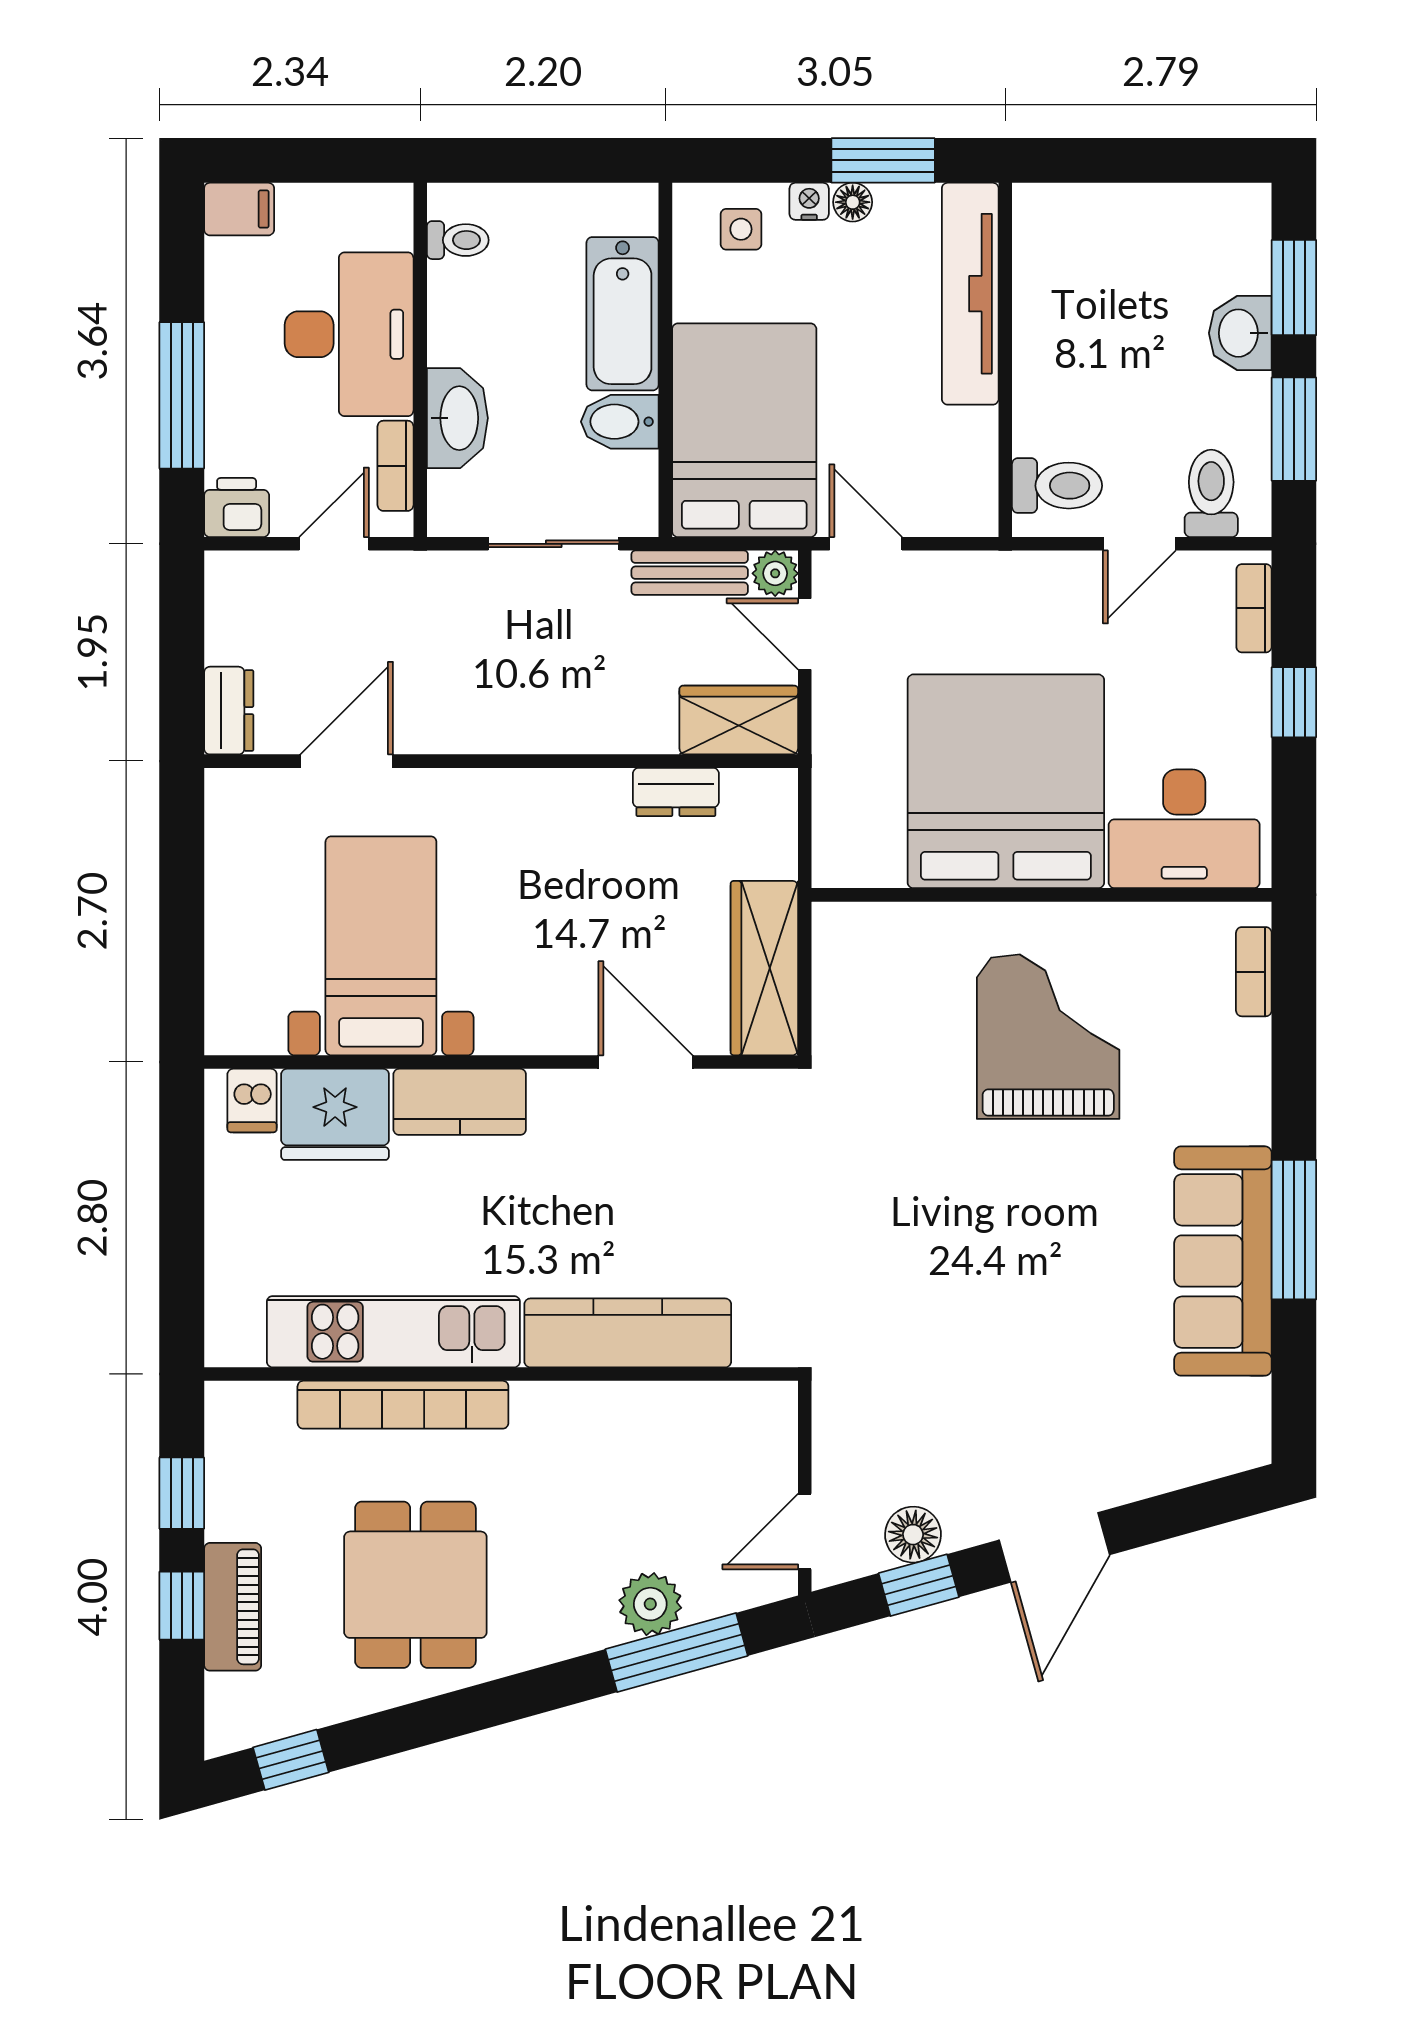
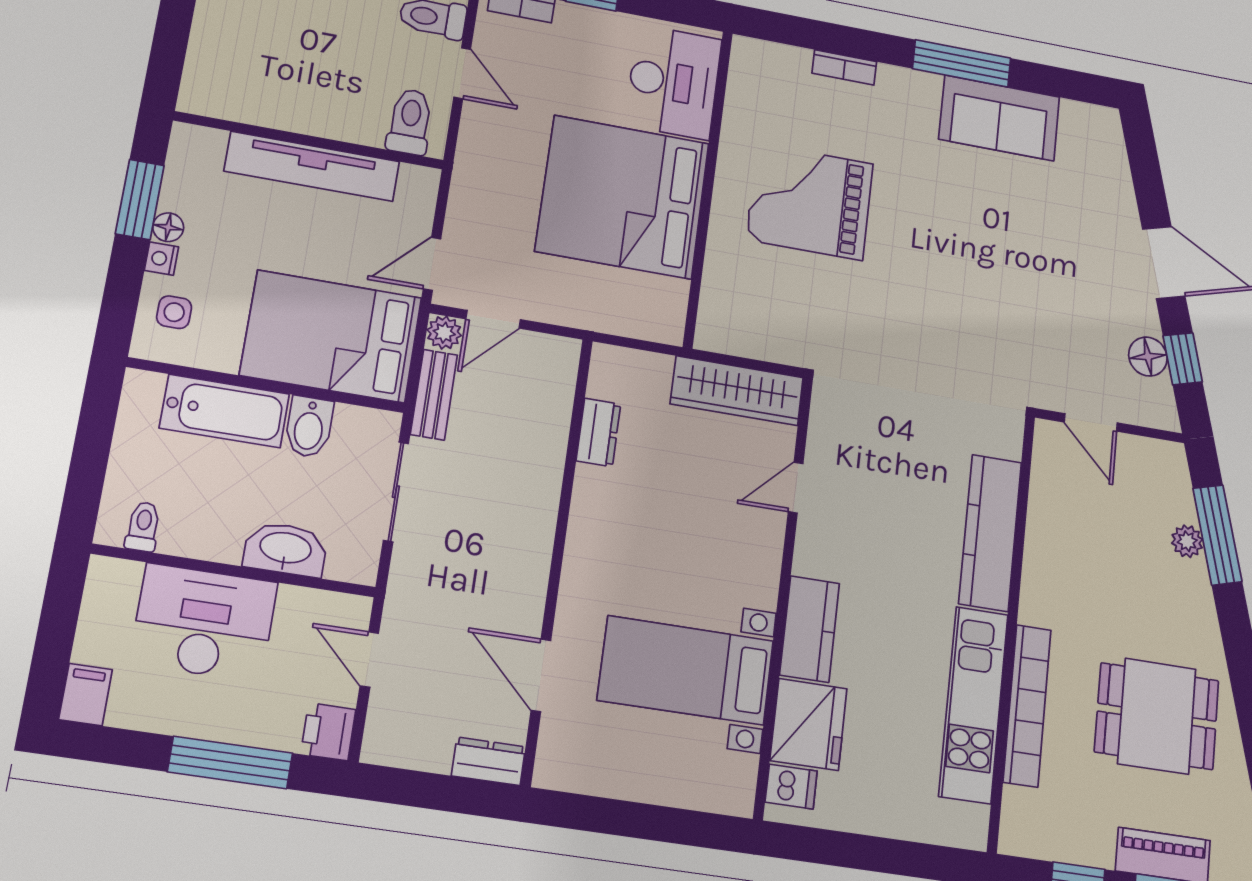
tv unit: (970, 294) -> (312, 166), moved
bookcase: (396, 466) -> (315, 602), removed
wardrobe: (739, 720) -> (551, 378), removed
bookcase: (1254, 972) -> (844, 67), moved
door: (646, 1062) -> (796, 488), width x0.73
sofa: (1223, 1261) -> (999, 118), width x0.73
door: (805, 1532) -> (1091, 422), moved
plant: (650, 1604) -> (1187, 541), width x0.73, depth x0.73

